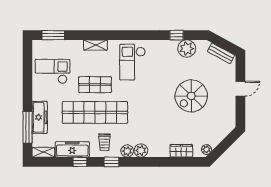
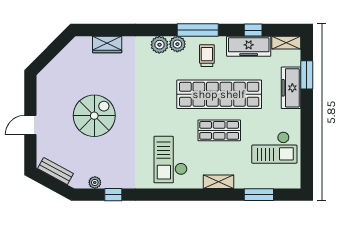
window: (53, 35) -> (259, 195), moved
plant: (187, 49) -> (95, 182), width x0.53, depth x0.53
checkout: (133, 62) -> (170, 160), turned 180
window: (28, 127) -> (307, 75), width x0.69
plant: (206, 149) -> (74, 46), removed
window: (80, 162) -> (253, 30), moved
window: (111, 162) -> (198, 30), width x2.17

